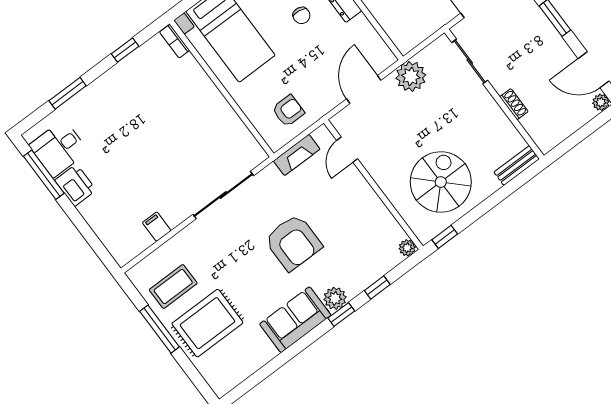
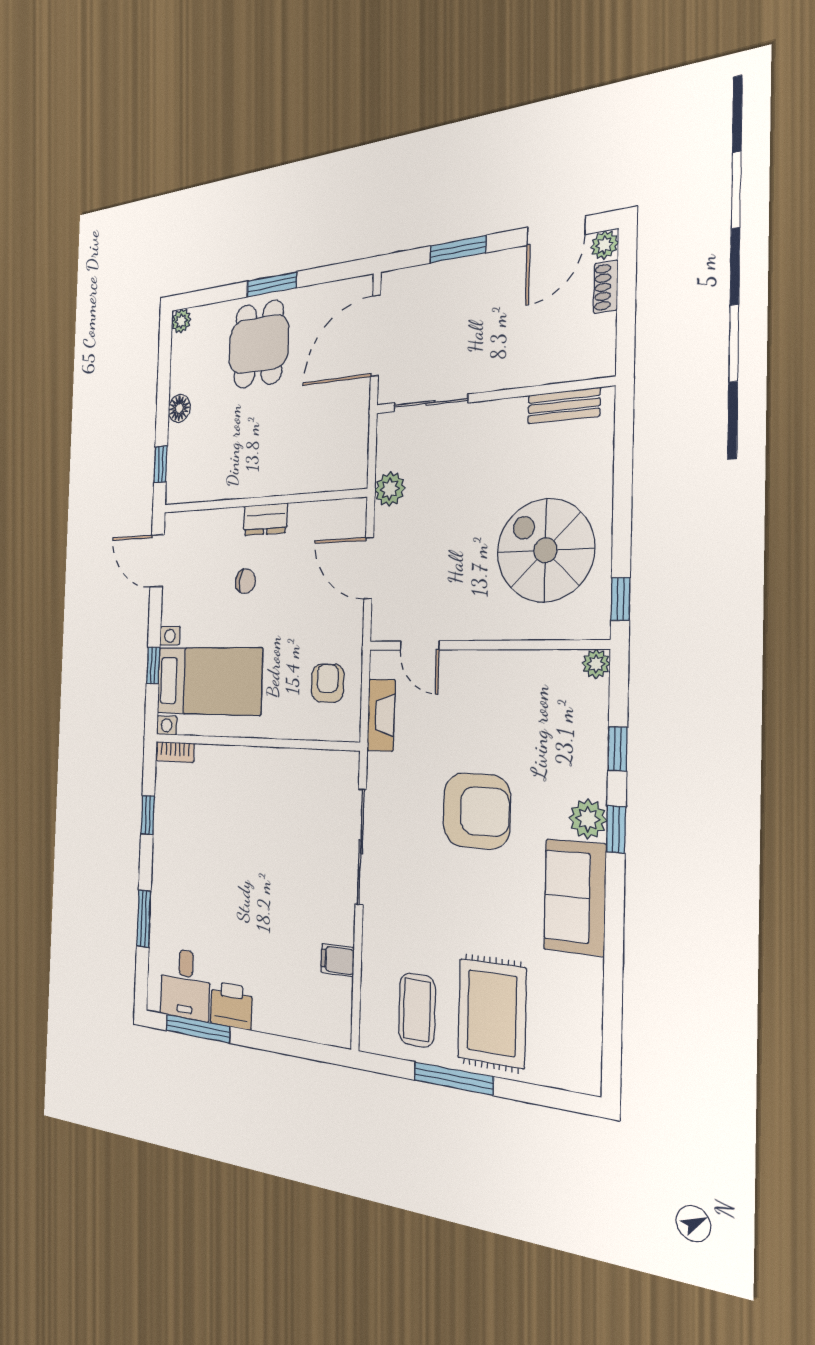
plant: (411, 76) -> (390, 489), width x0.73, depth x0.73
shoe rack: (514, 104) -> (606, 287), moved, turned -90
bench: (517, 165) -> (564, 406), moved, turned 90

